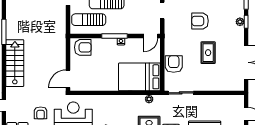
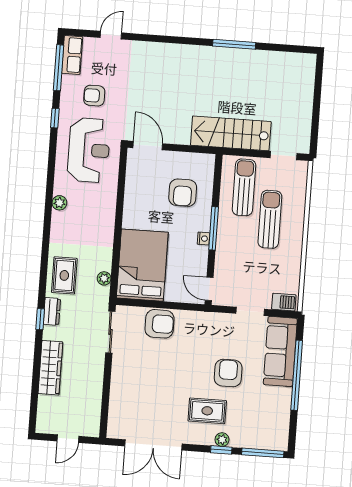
armchair: (83, 47) -> (183, 193), moved
rug: (208, 53) -> (207, 411), moved
stairs: (15, 63) -> (231, 133), moved, turned 180

